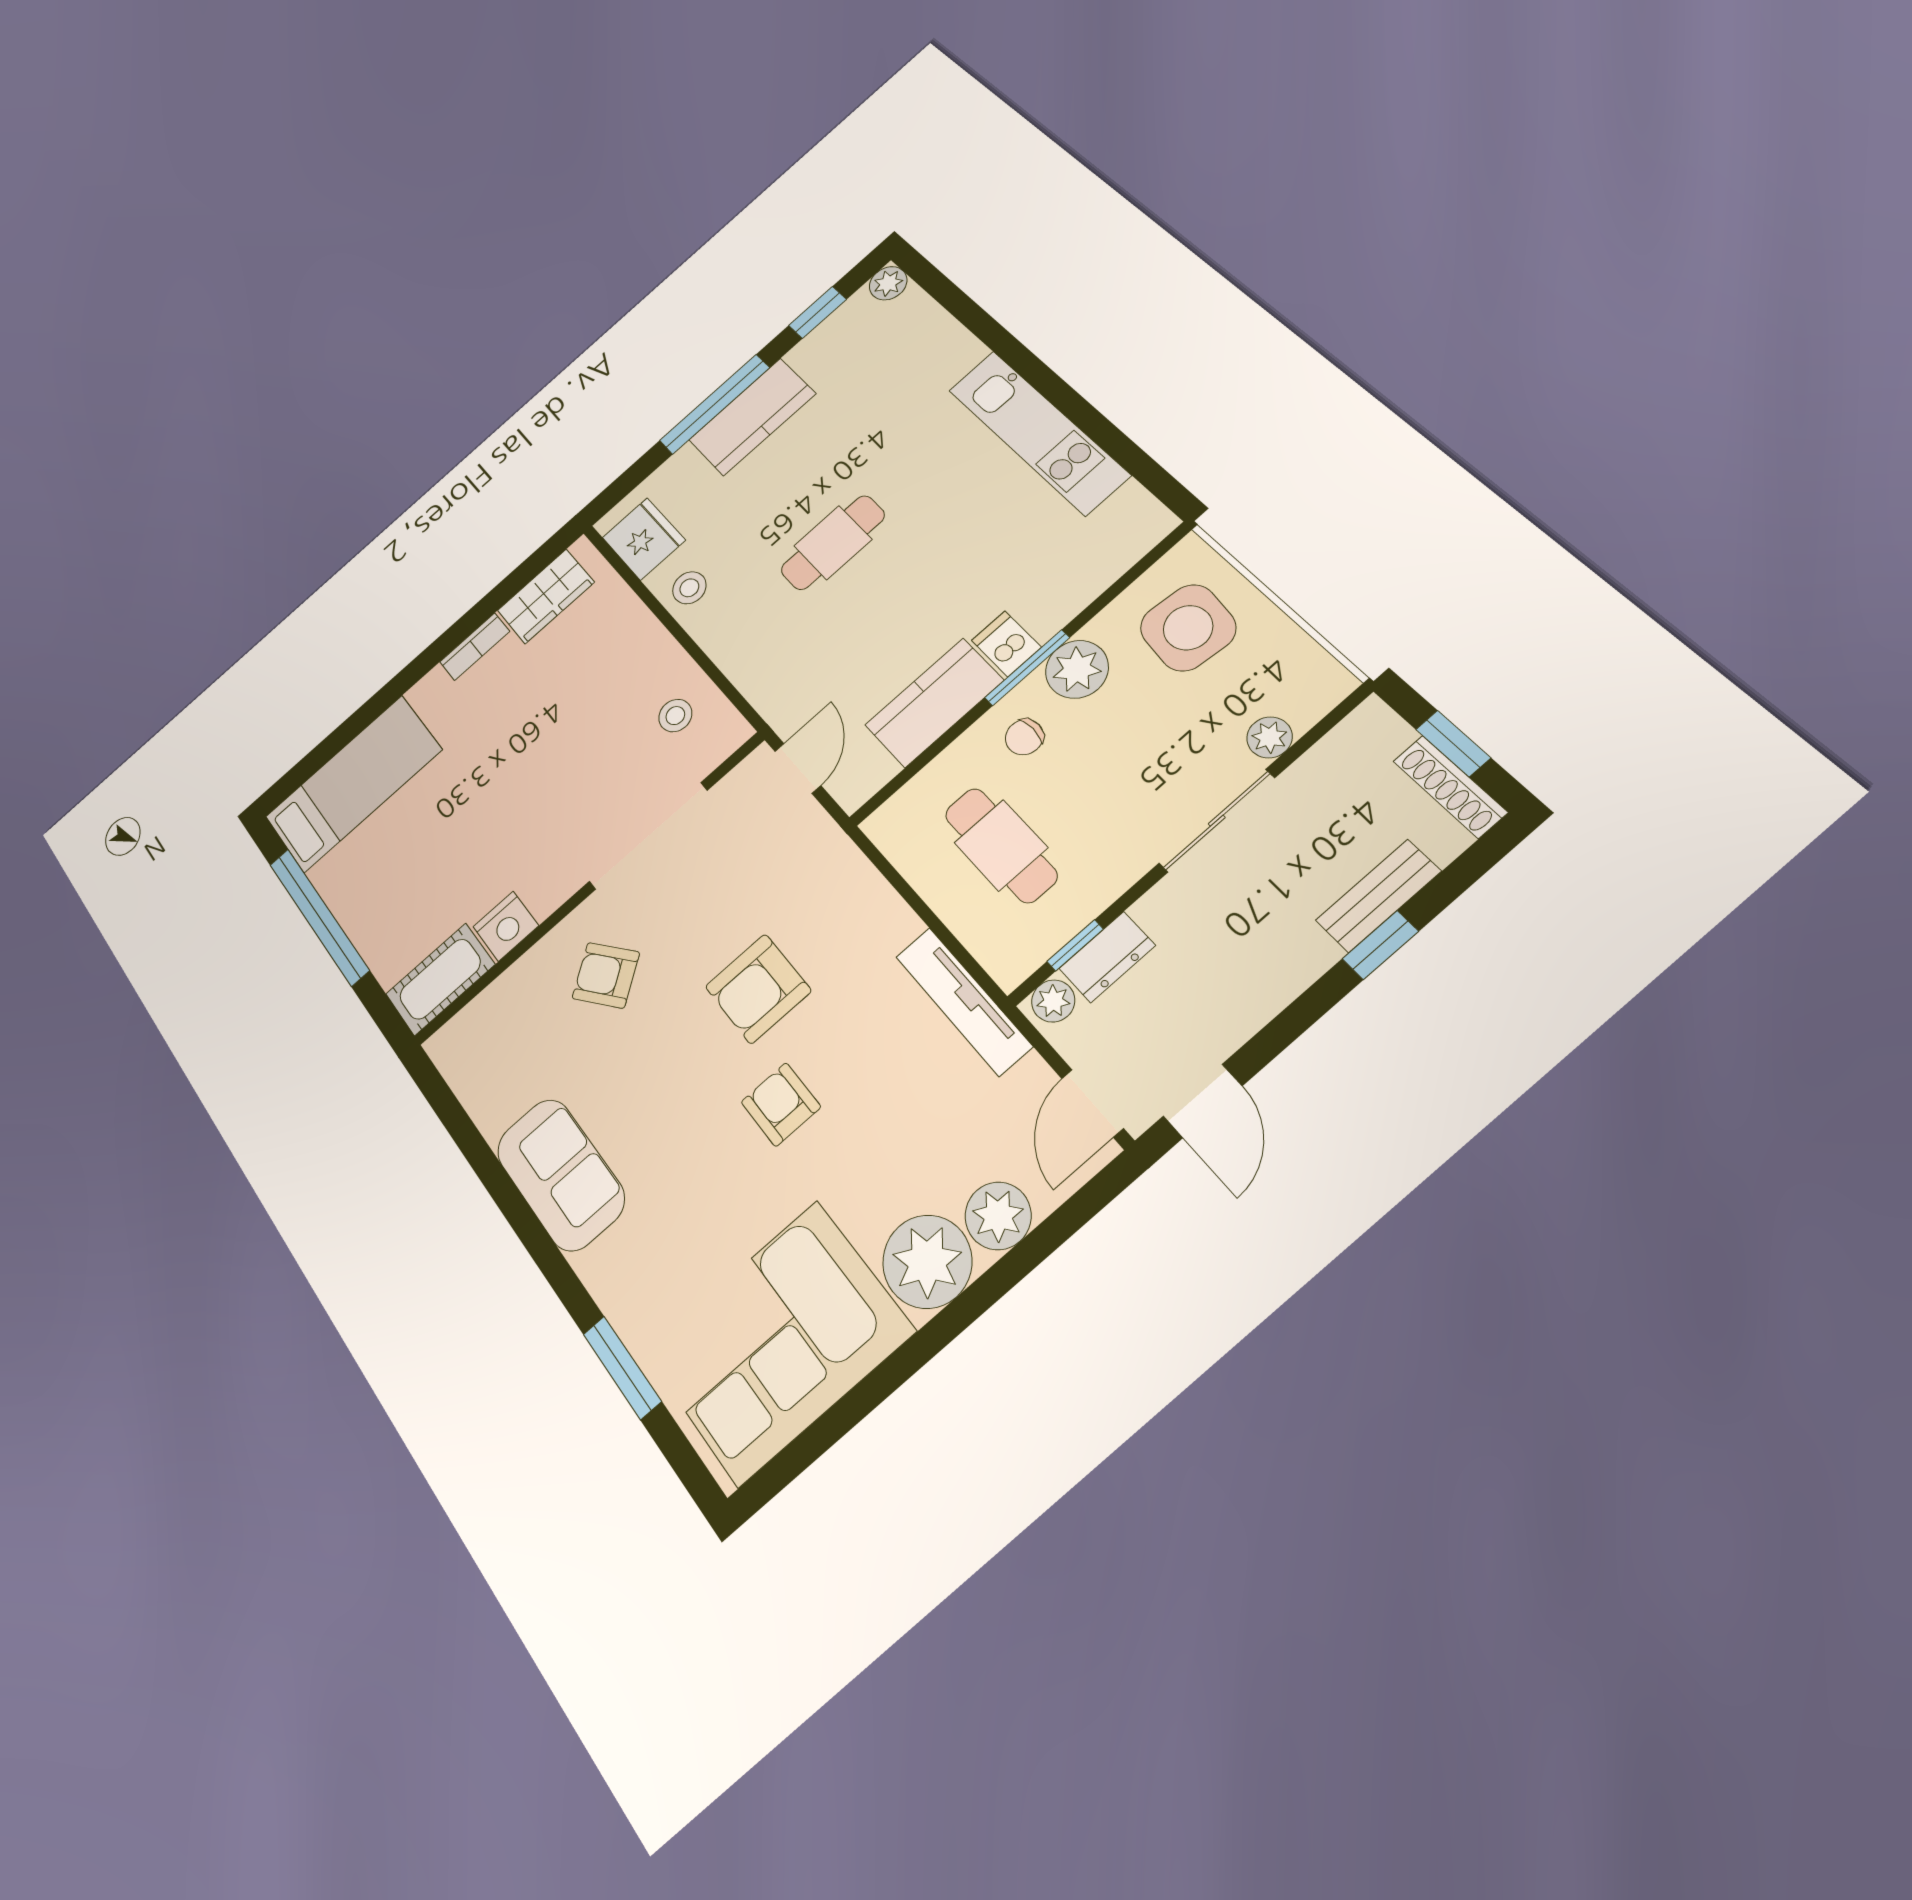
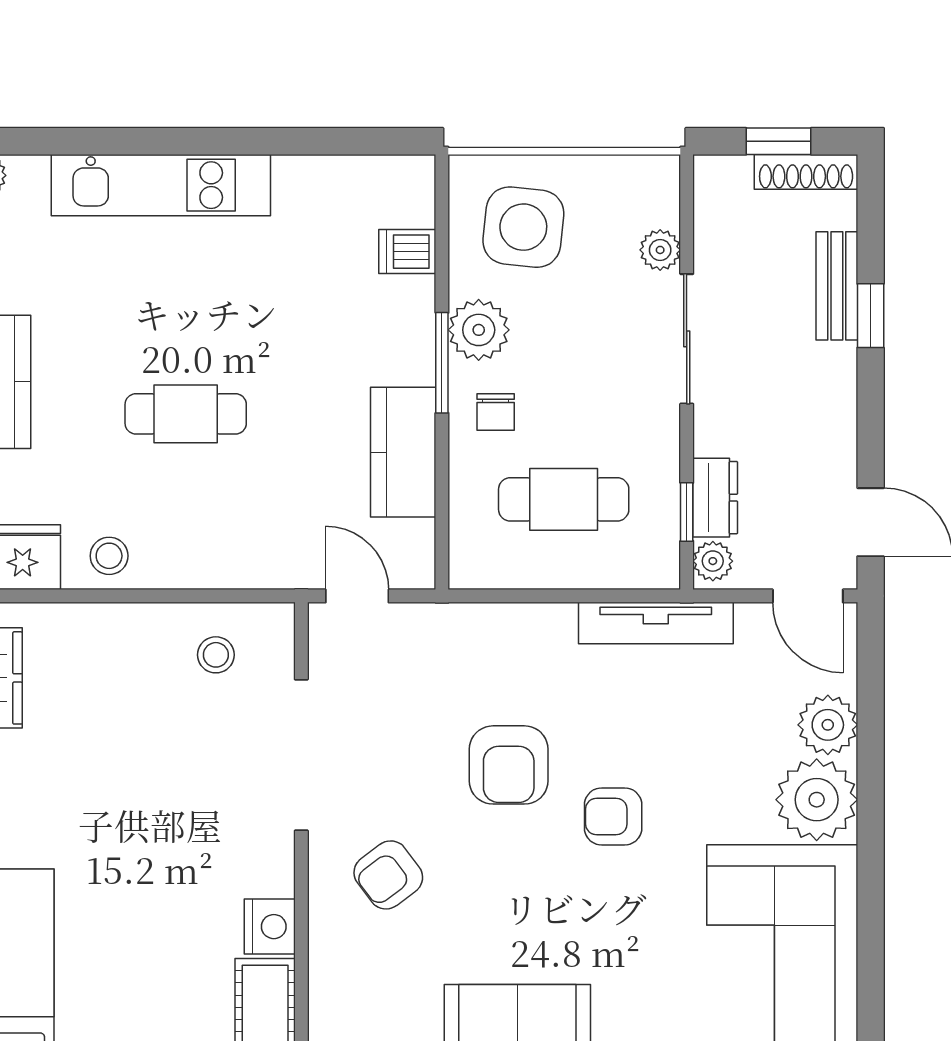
kitchen unit: (1038, 432) -> (161, 185), moved
cafe table: (833, 543) -> (186, 414), turned 90
dishwasher: (1006, 644) -> (407, 252), moved

